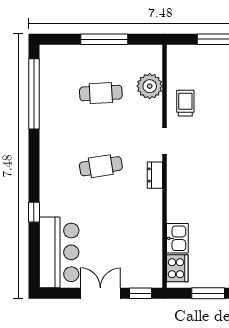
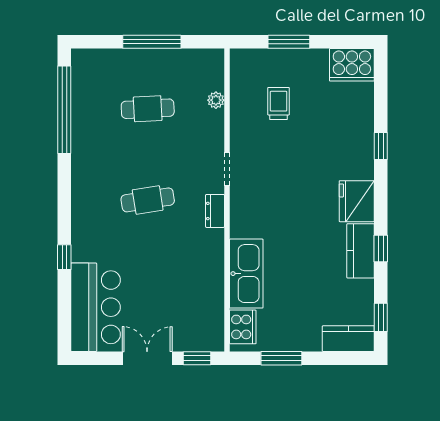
plant: (150, 86) -> (216, 100), width x0.53, depth x0.53
trolley: (185, 103) -> (279, 103), moved
kitchen sink: (177, 238) -> (246, 274), width x1.88, depth x1.24

